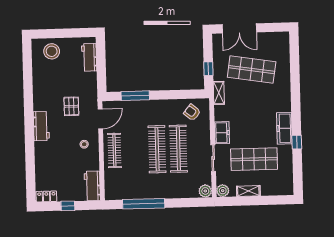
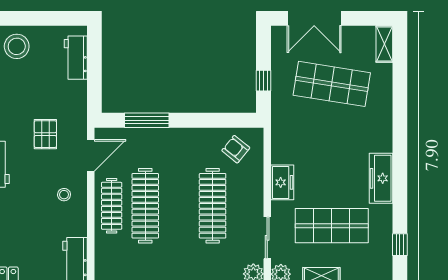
shelving: (219, 93) -> (384, 44), moved
window: (297, 142) -> (400, 245), moved
clothes rail: (157, 149) -> (145, 206), moved
sliding door: (213, 158) -> (267, 238), moved

